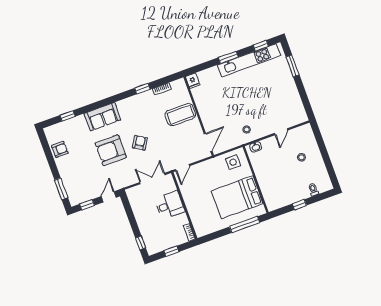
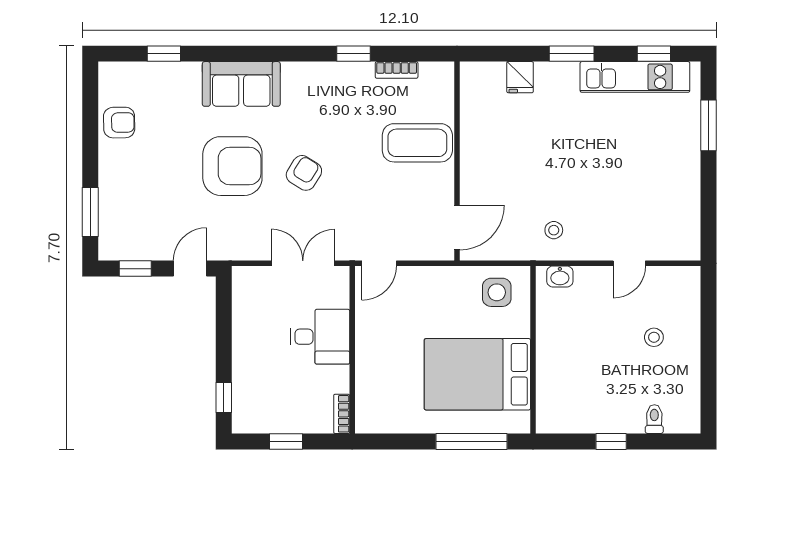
kitchen unit: (249, 60) -> (635, 77), width x0.73
fridge: (193, 81) -> (520, 77), moved
armchair: (111, 150) -> (232, 166), turned 180

